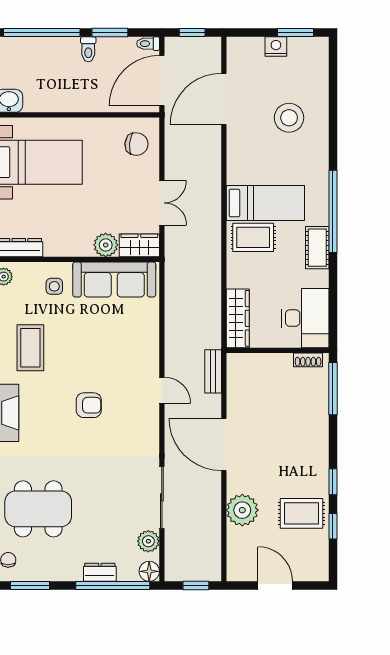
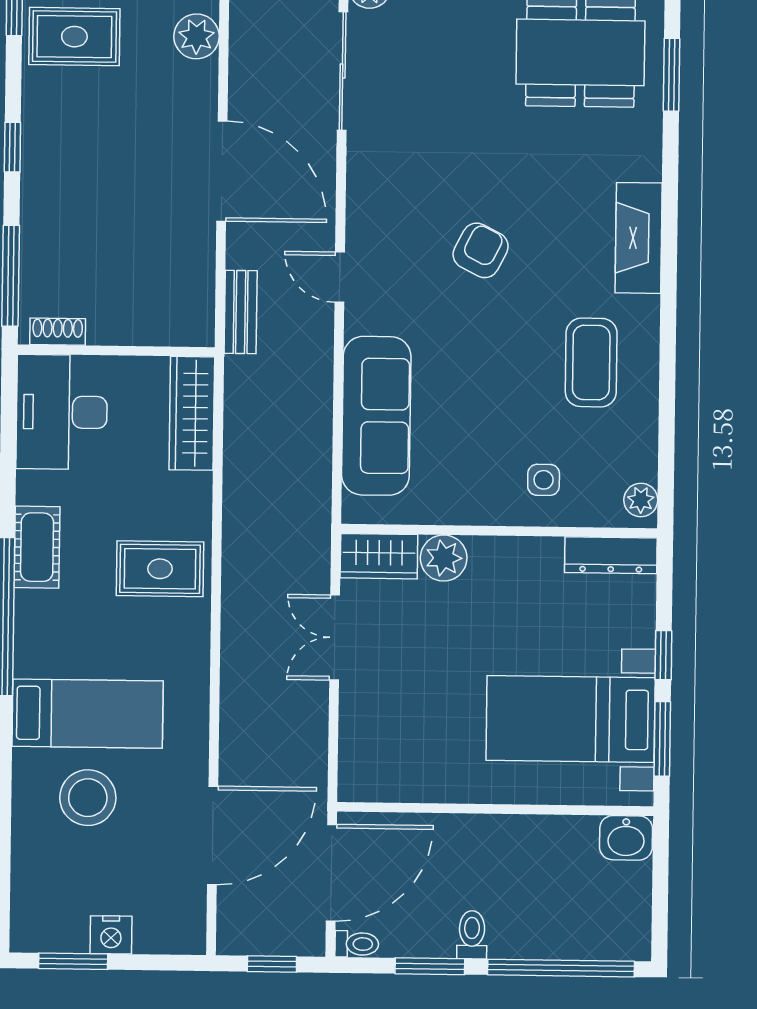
chair: (136, 144) -> (382, 751), removed
bed: (265, 203) -> (88, 714), moved, turned 180
sofa: (114, 280) -> (376, 416), moved, turned 90
armchair: (89, 405) -> (481, 250), turned 117
window: (333, 482) -> (12, 147), moved
plant: (242, 510) -> (196, 36), width x0.73, depth x0.73

